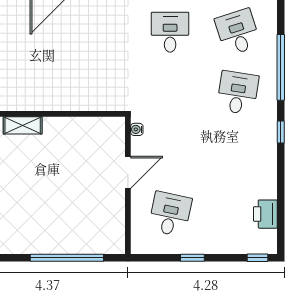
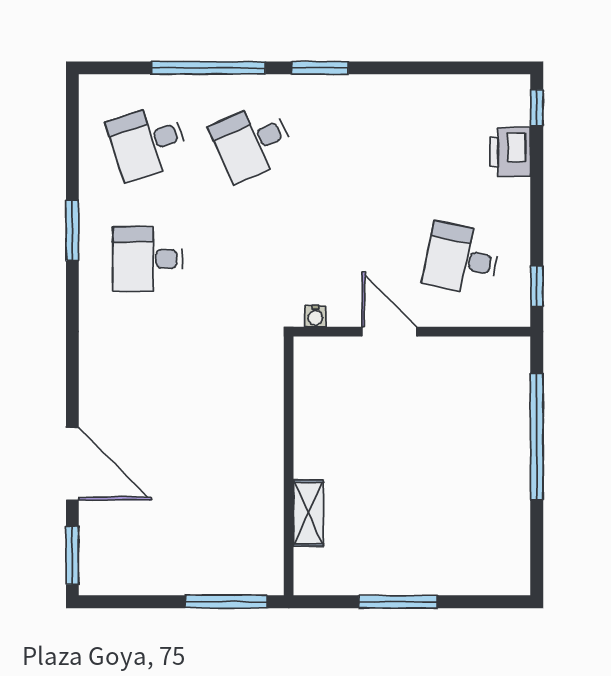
desk: (238, 93) -> (252, 142), turned -33
window: (281, 132) -> (320, 68), width x1.50
printer: (265, 214) -> (510, 152), moved, turned 90
window: (192, 258) -> (537, 286), moved

